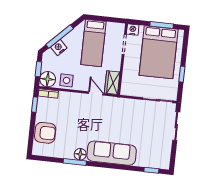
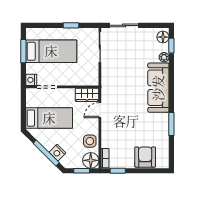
bed: (159, 52) -> (51, 51), width x0.67
floor lamp: (80, 154) -> (163, 37), moved
plant: (141, 162) -> (164, 57), added

